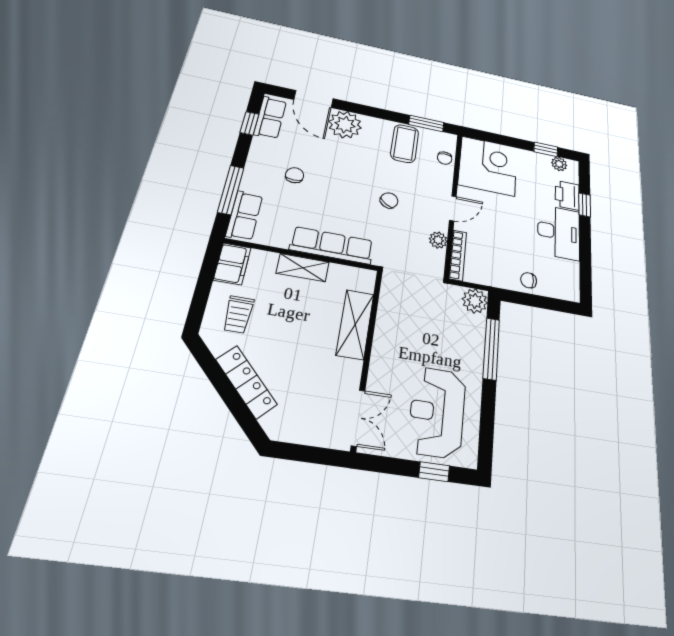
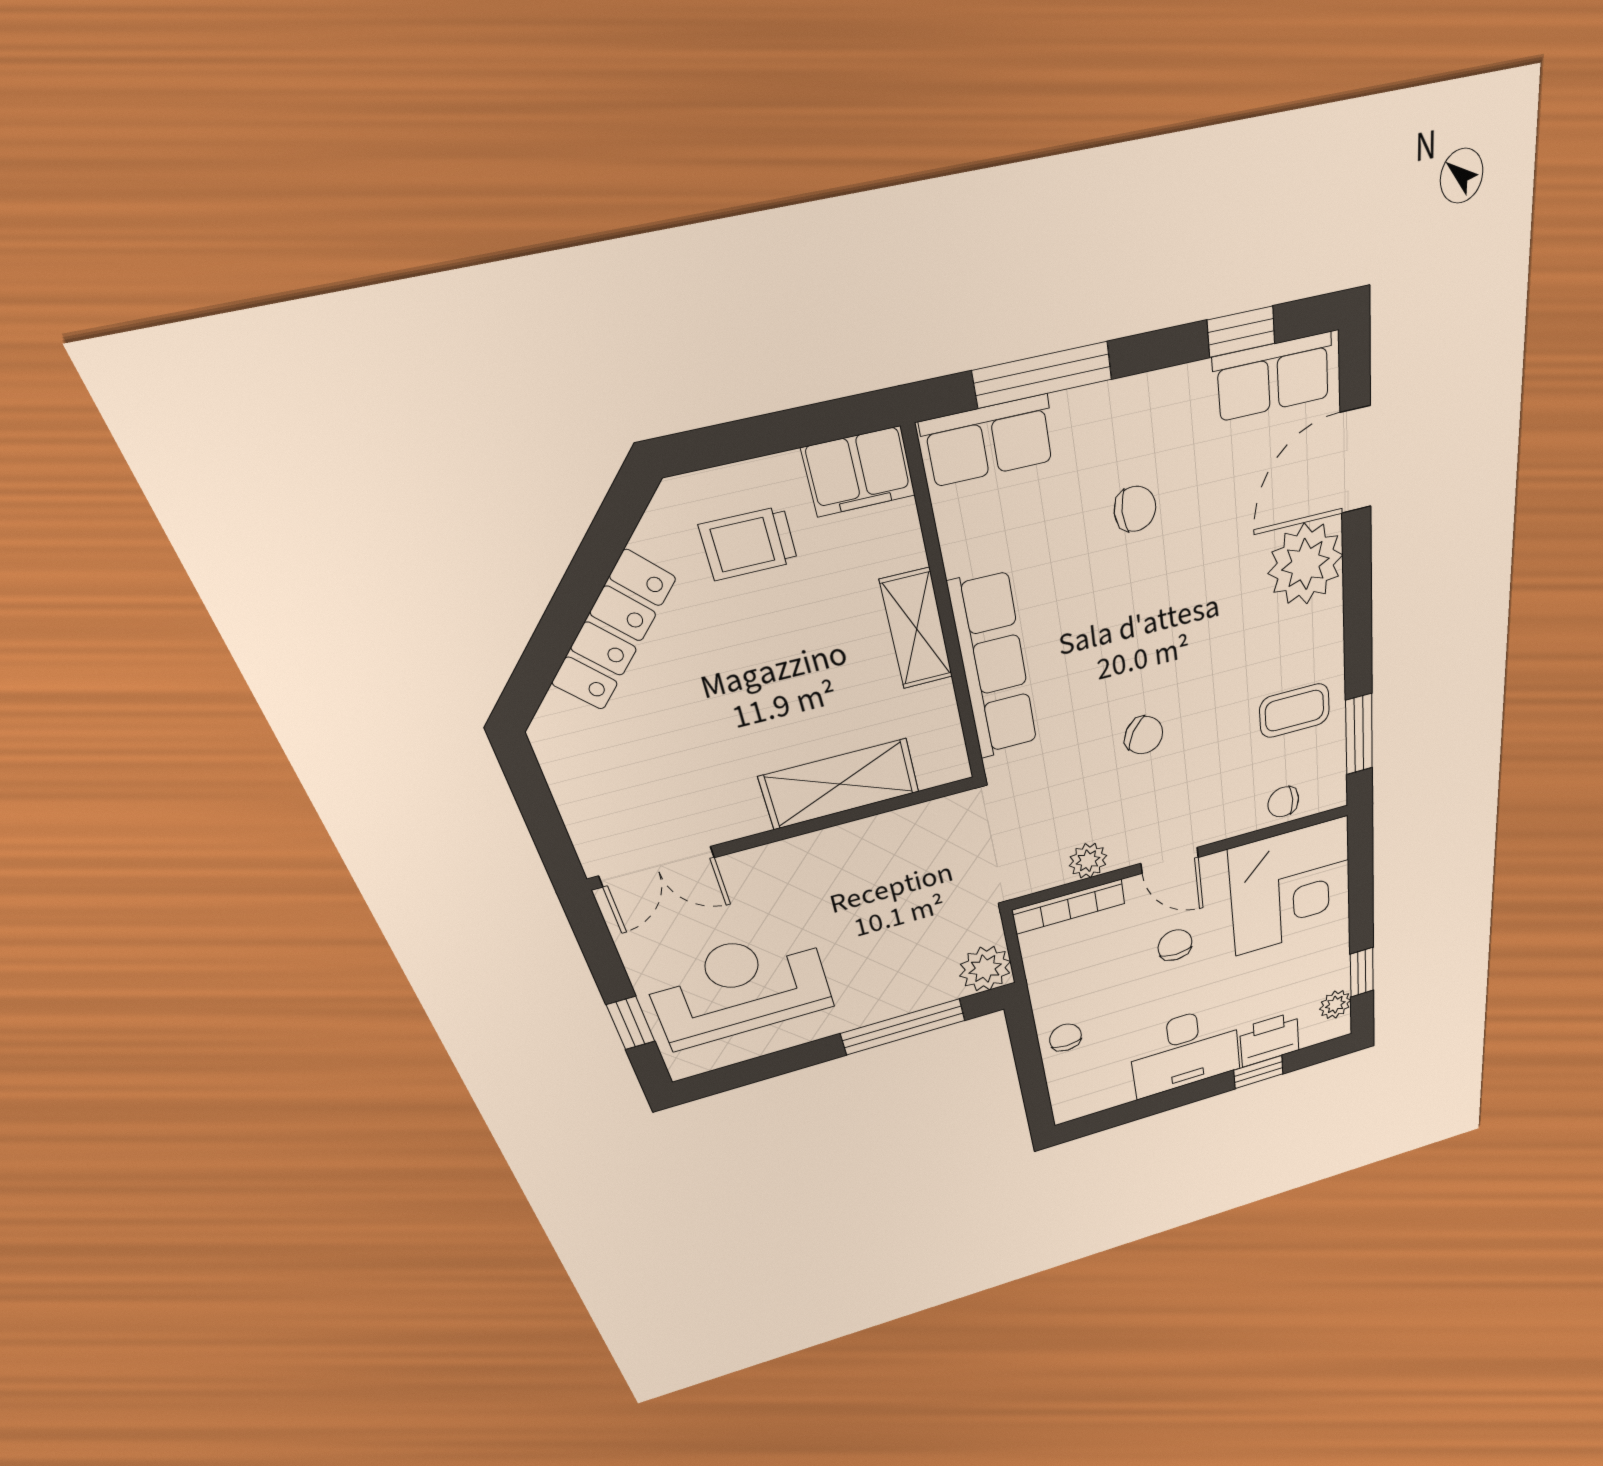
coffee table: (405, 144) -> (1294, 711), width x0.73, depth x0.77
chair: (498, 219) -> (1175, 945), added

